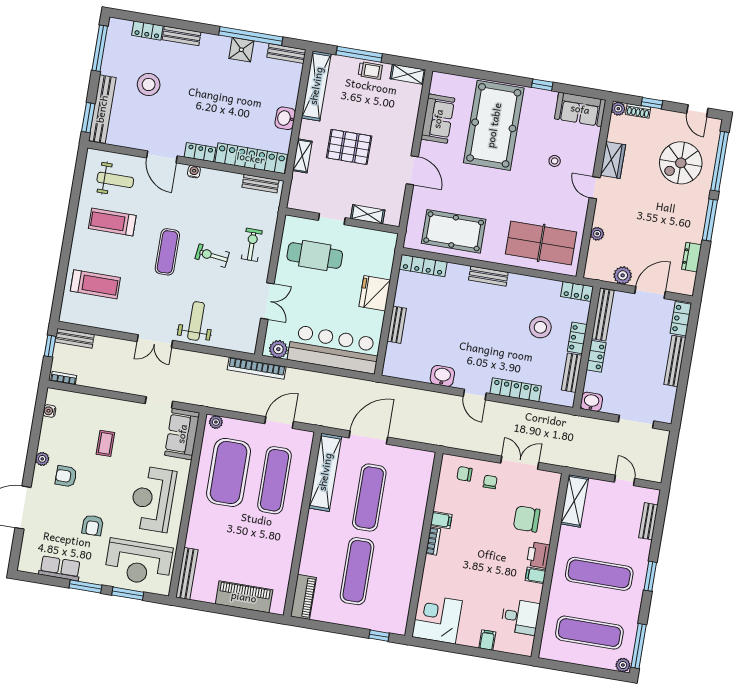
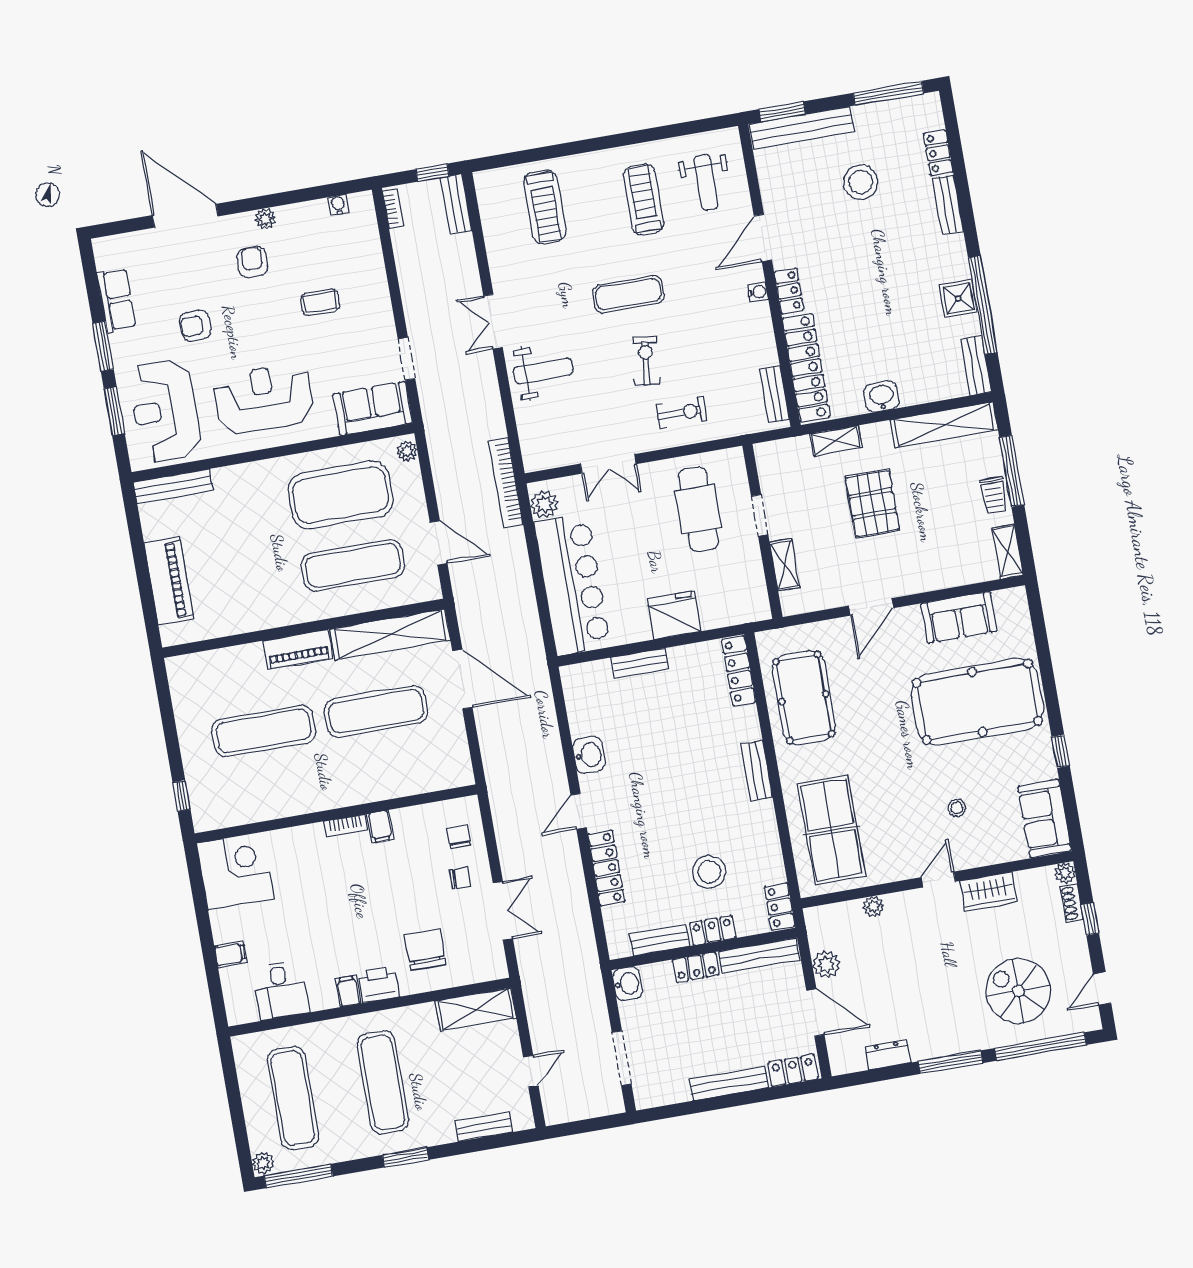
piano: (303, 597) -> (298, 649), moved

